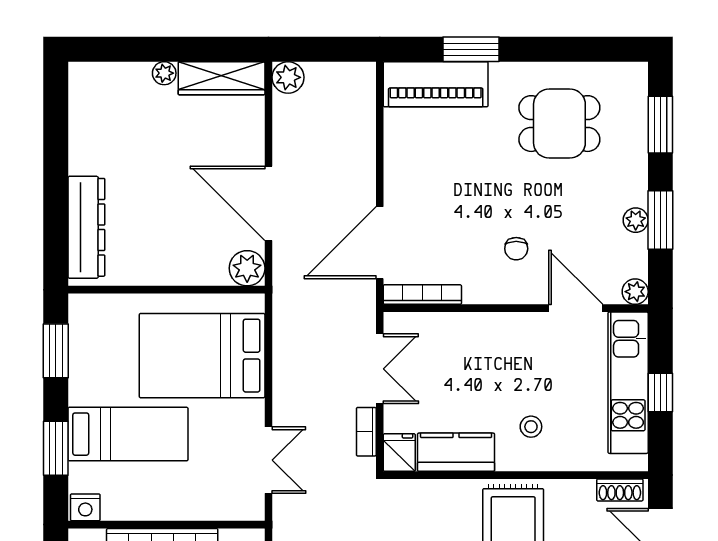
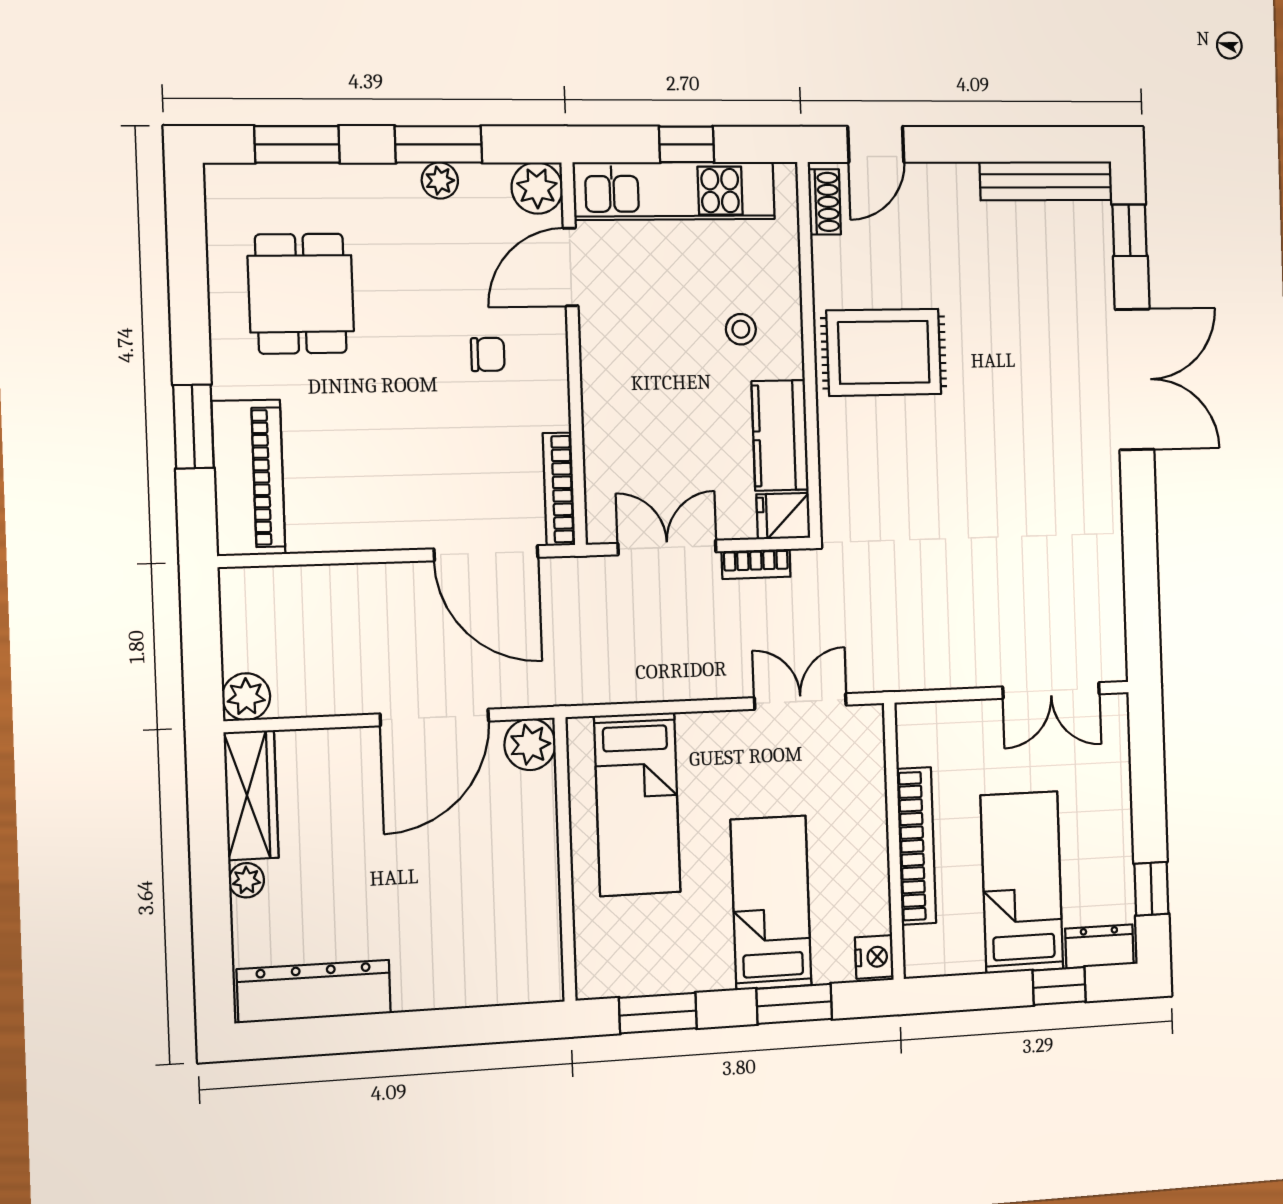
dresser: (86, 227) -> (314, 991), moved
plant: (635, 292) -> (537, 188), width x1.38, depth x1.38
bed: (202, 356) -> (637, 804), width x0.67

